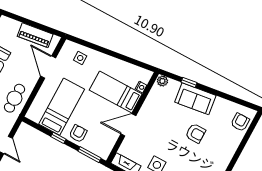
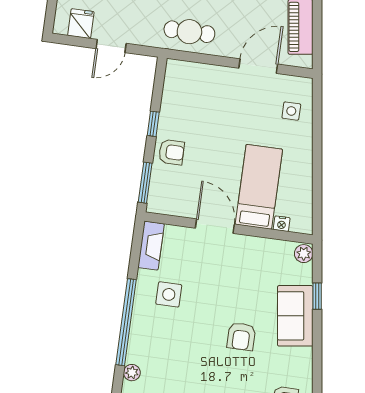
bed: (62, 107) -> (204, 111), removed

